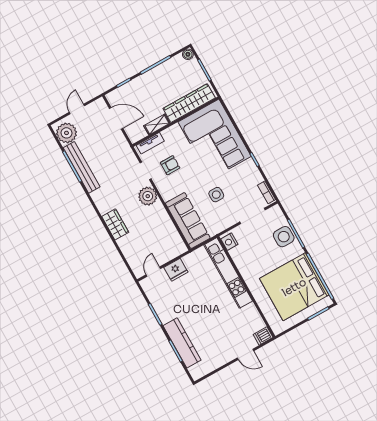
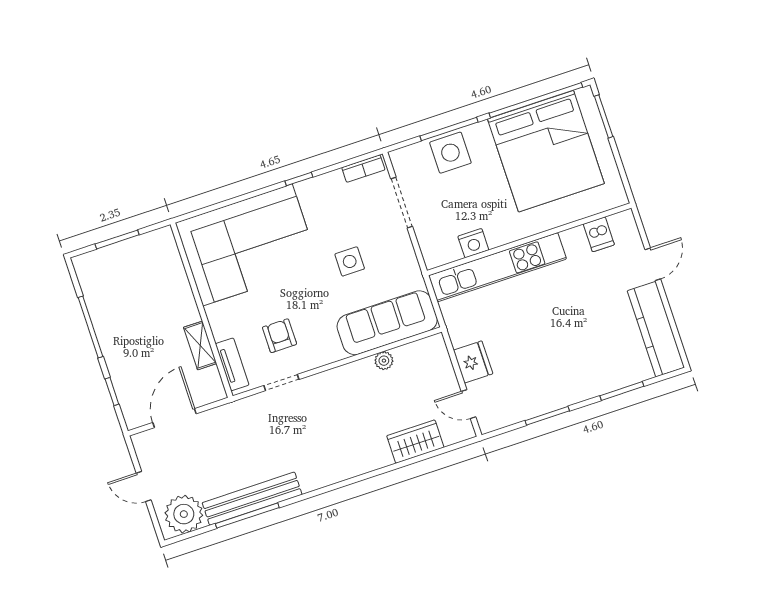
boiler: (188, 54) -> (83, 264), removed
wardrobe: (189, 103) -> (172, 279), removed
plant: (148, 196) -> (384, 361), moved, width x0.53, depth x0.53
wardrobe: (115, 224) -> (415, 442), moved
nightstand: (229, 242) -> (473, 243), moved
dishwasher: (263, 336) -> (599, 234), moved
kitchen counter: (182, 343) -> (656, 329), moved, turned -90

